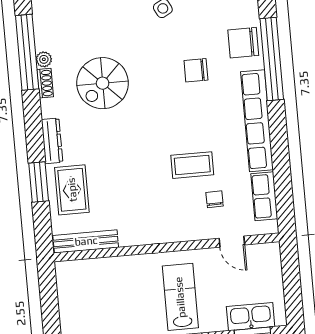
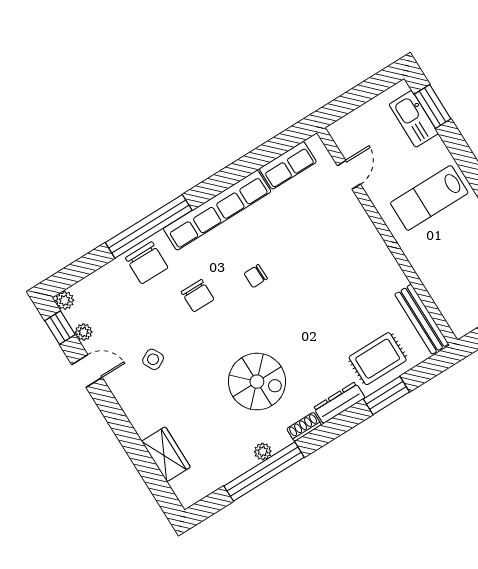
shoe rack: (45, 83) -> (304, 427), moved
coffee table: (192, 165) -> (293, 252), removed
chair: (215, 199) -> (256, 276), moved

